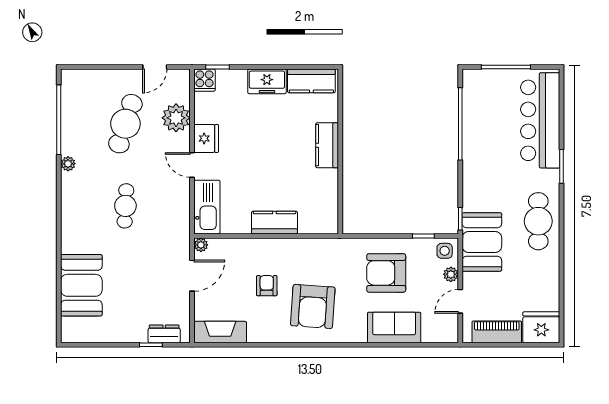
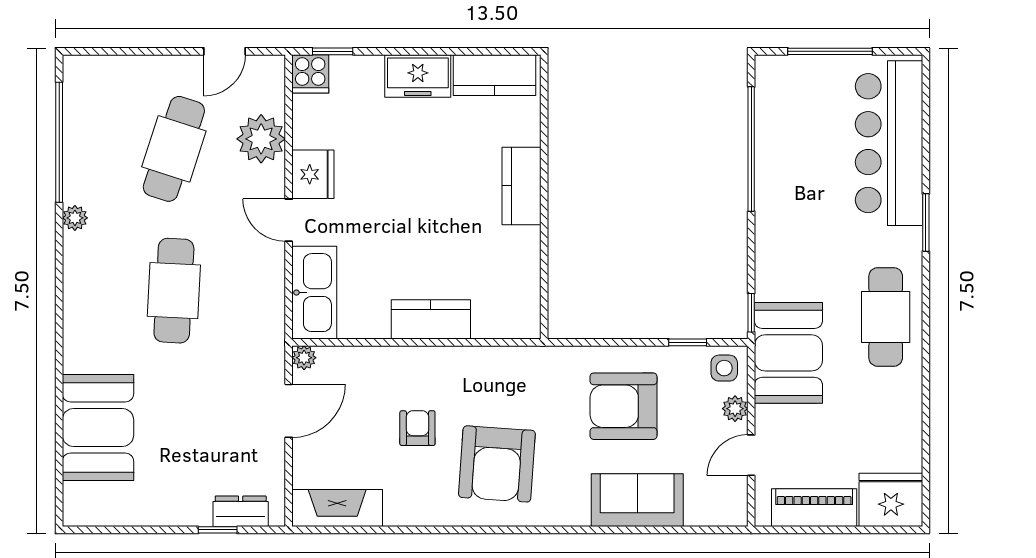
cafe table: (125, 206) -> (174, 291), width x1.37, depth x1.35

